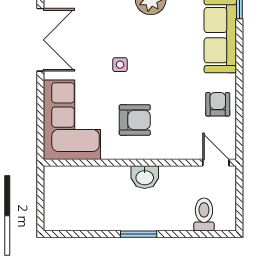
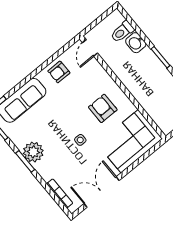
washbasin: (145, 177) -> (136, 43), moved, turned 180

